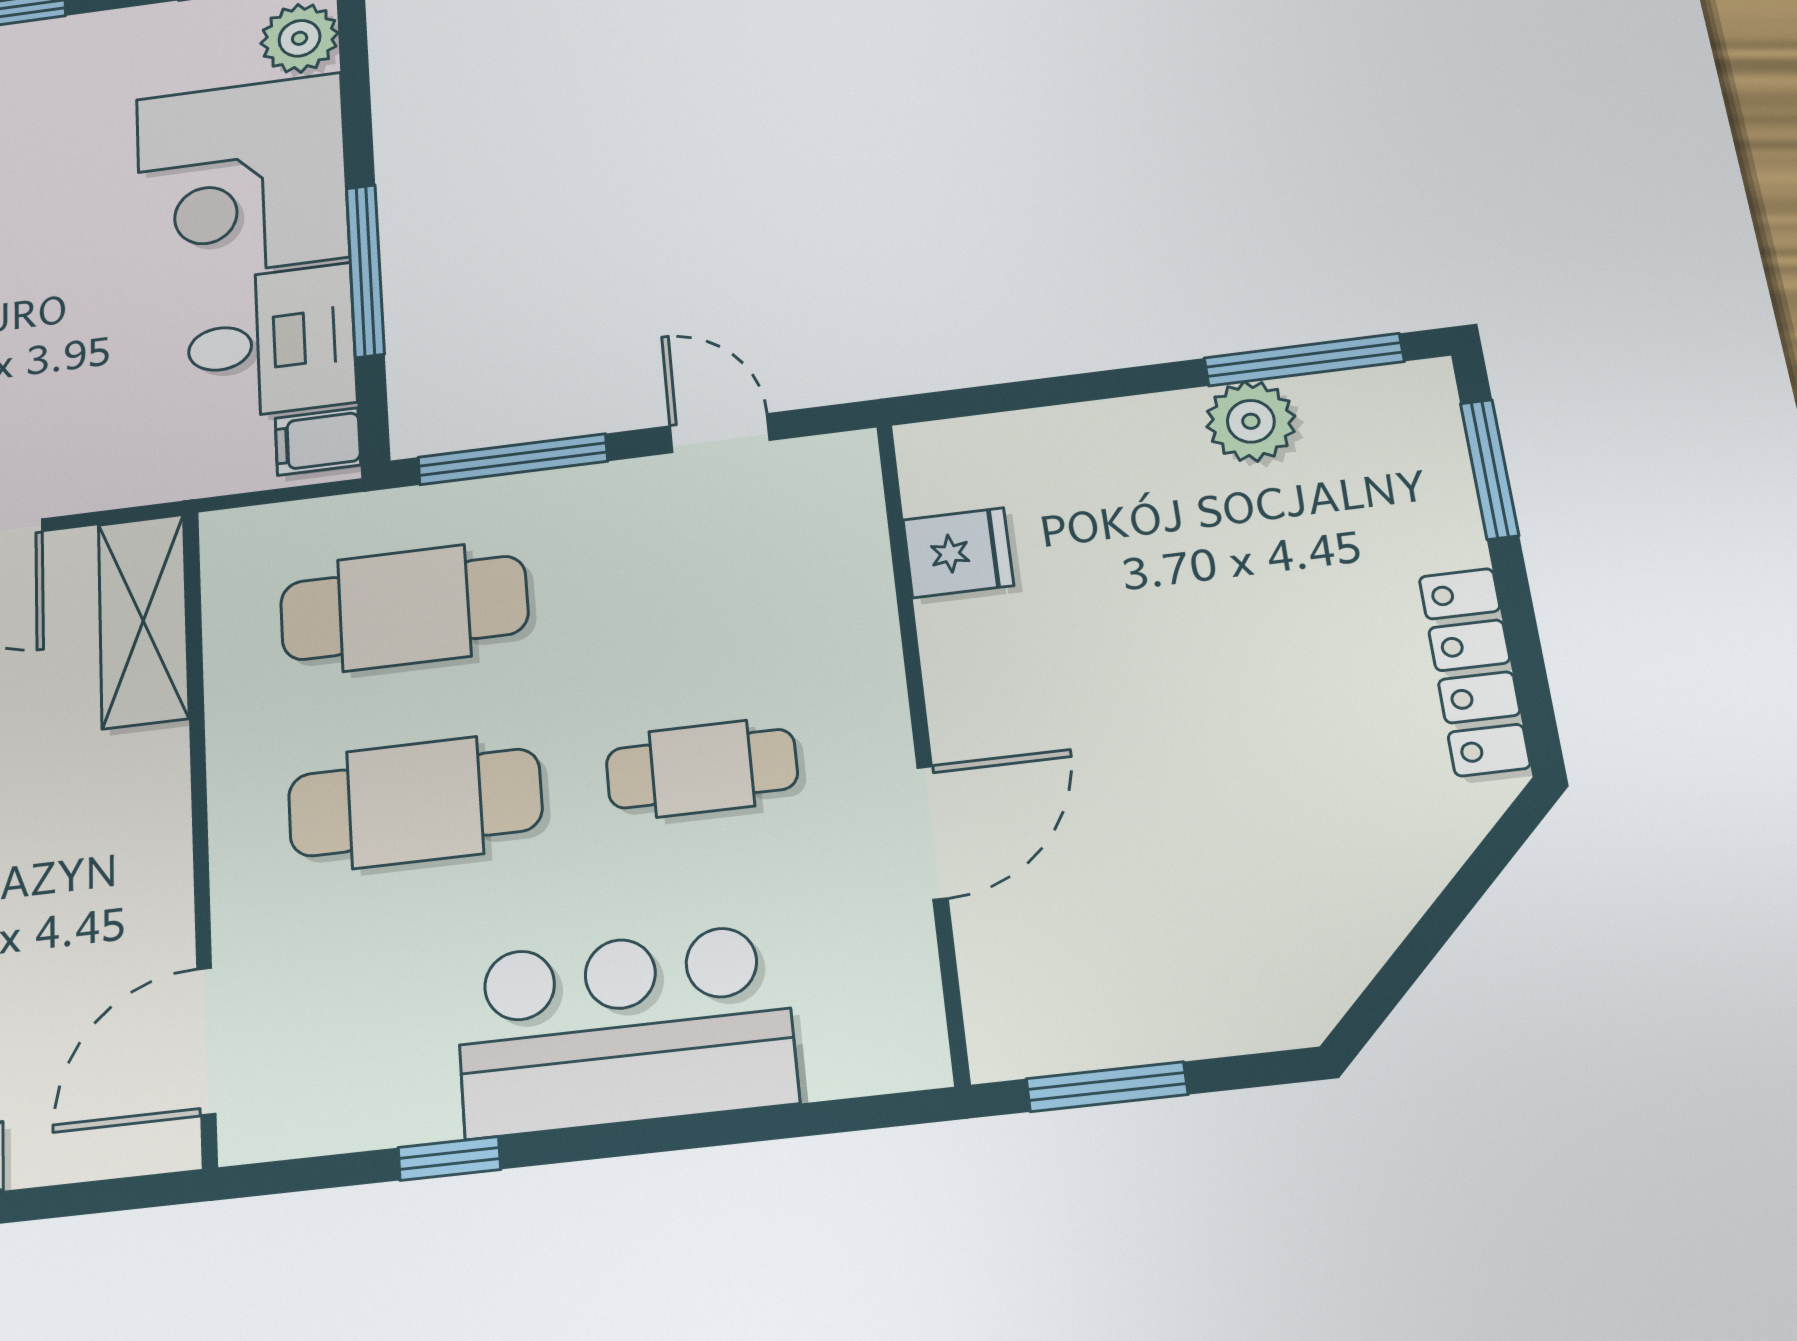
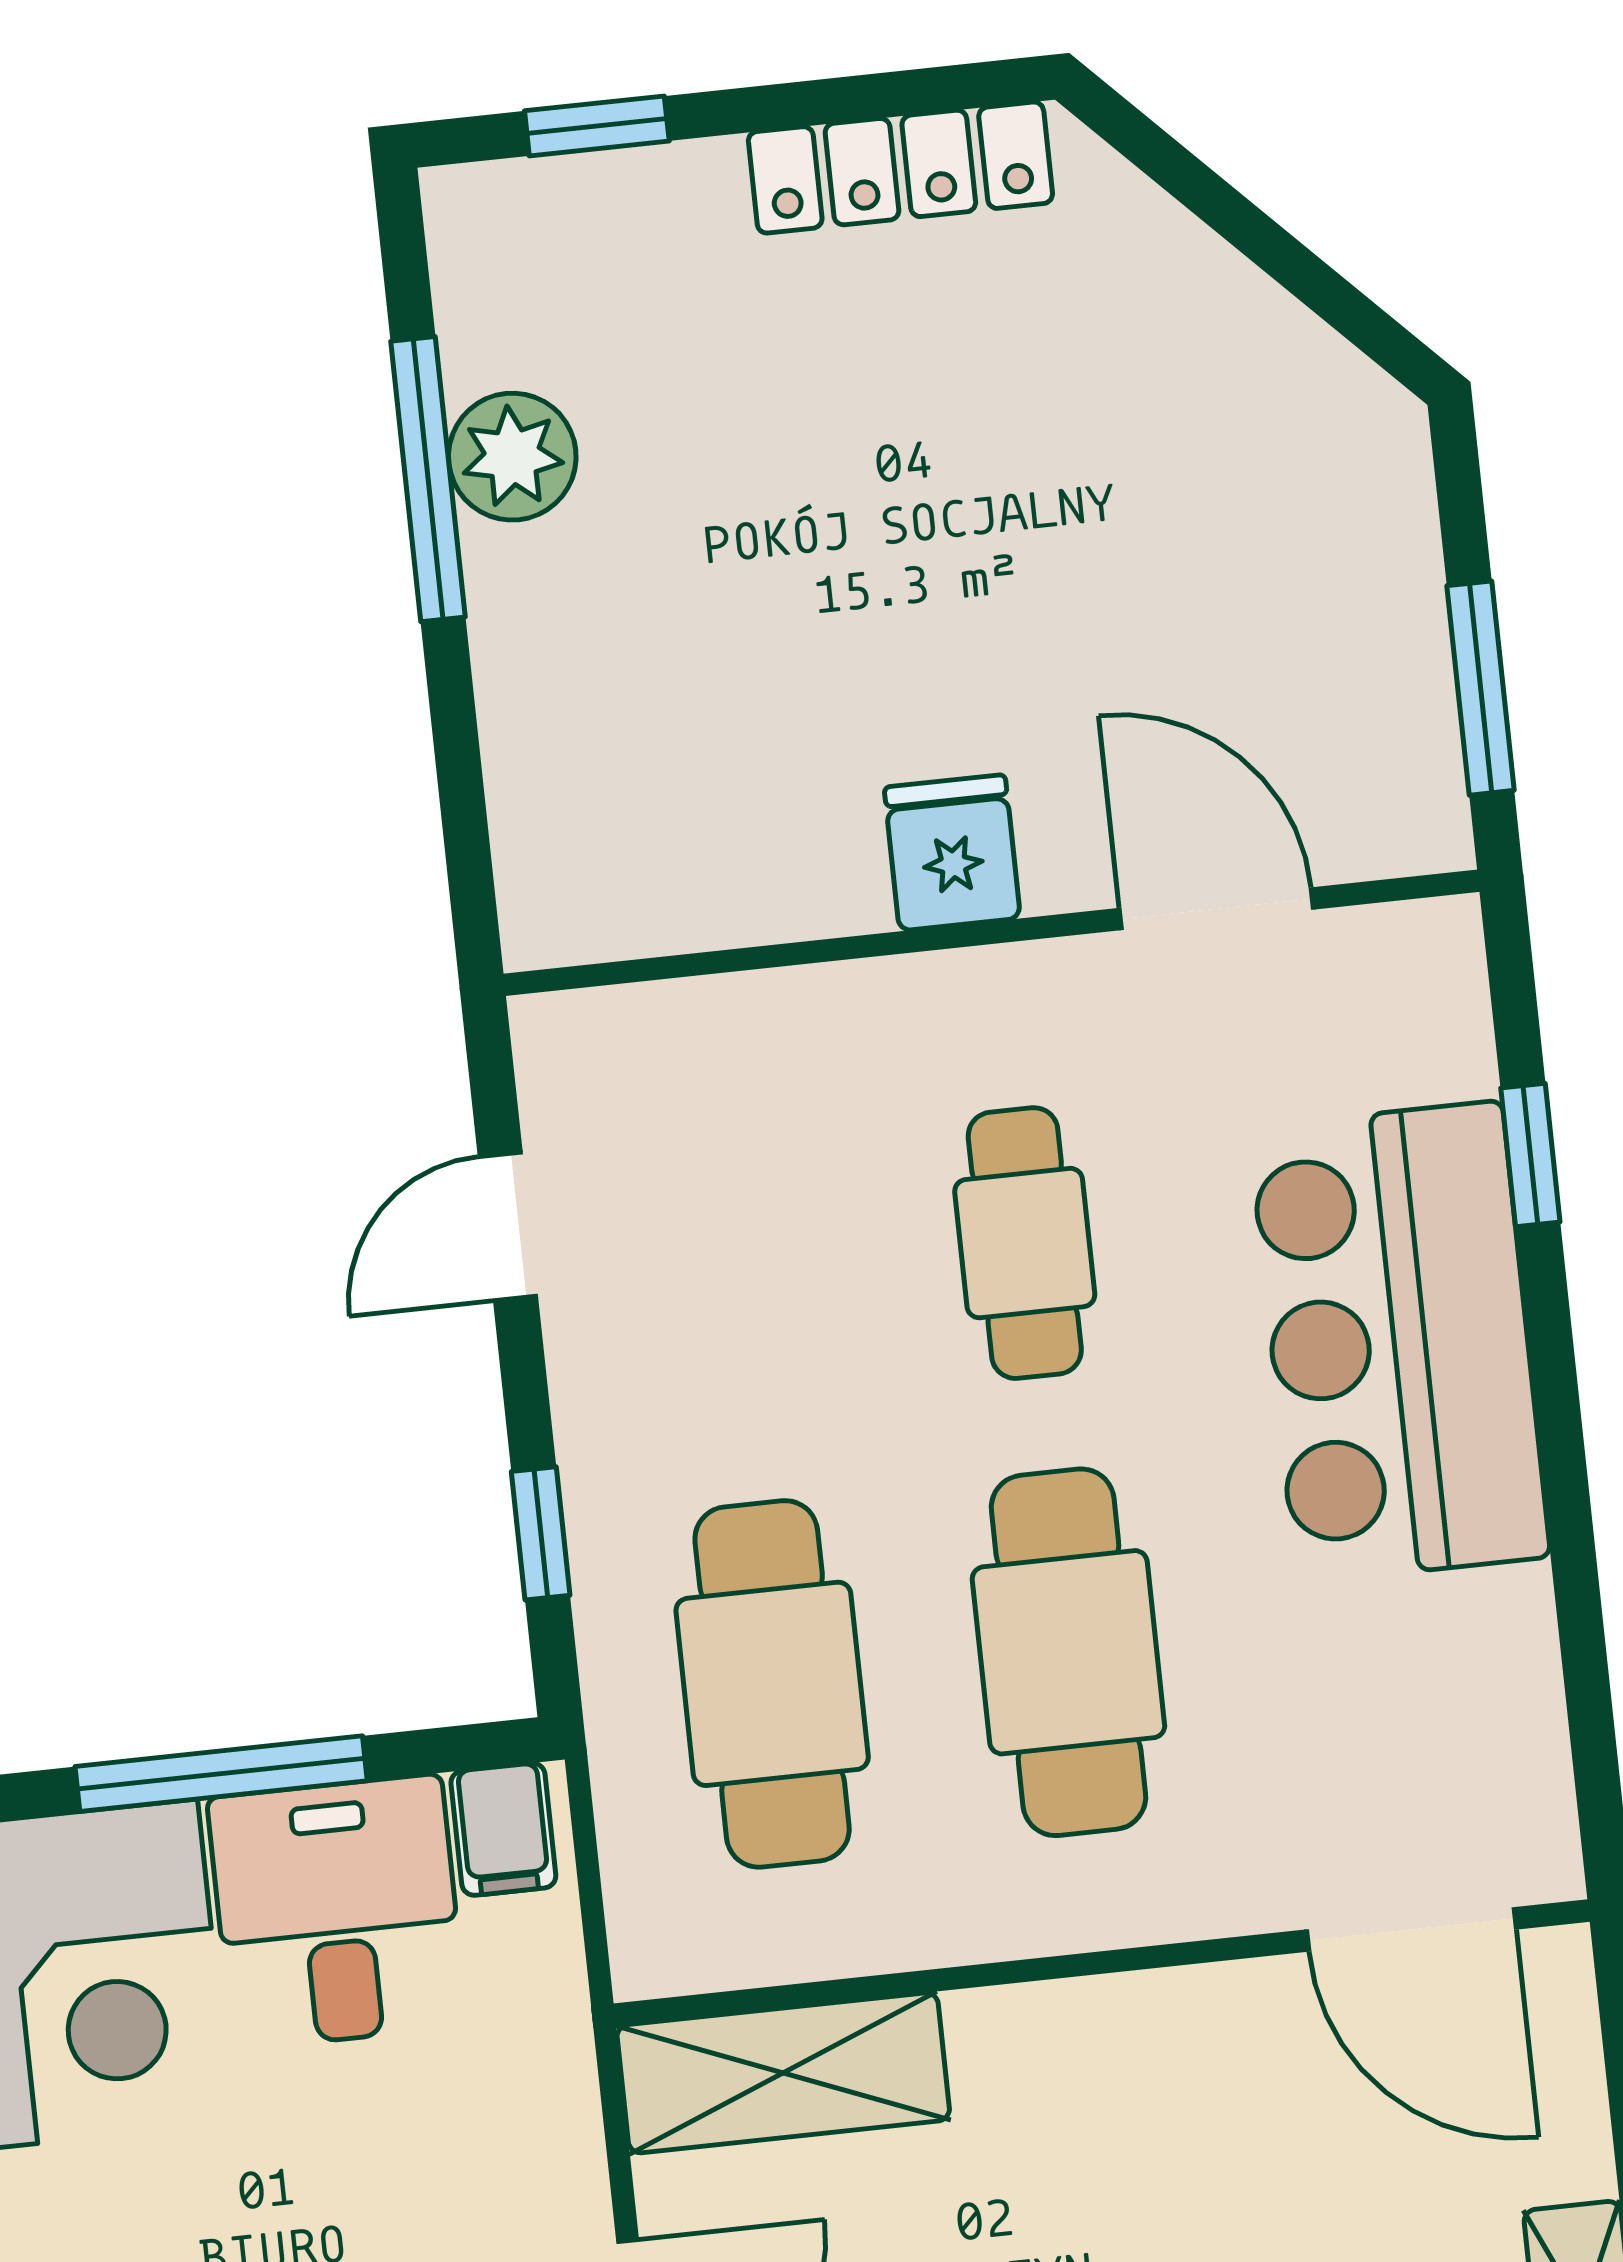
window: (1304, 360) -> (428, 479), moved
window: (513, 459) -> (541, 1533), width x0.46
window: (1490, 469) -> (597, 126), width x0.67
fridge: (958, 553) -> (952, 853), moved
door: (932, 832) -> (1216, 909), moved
window: (449, 1158) -> (1530, 1155), moved

